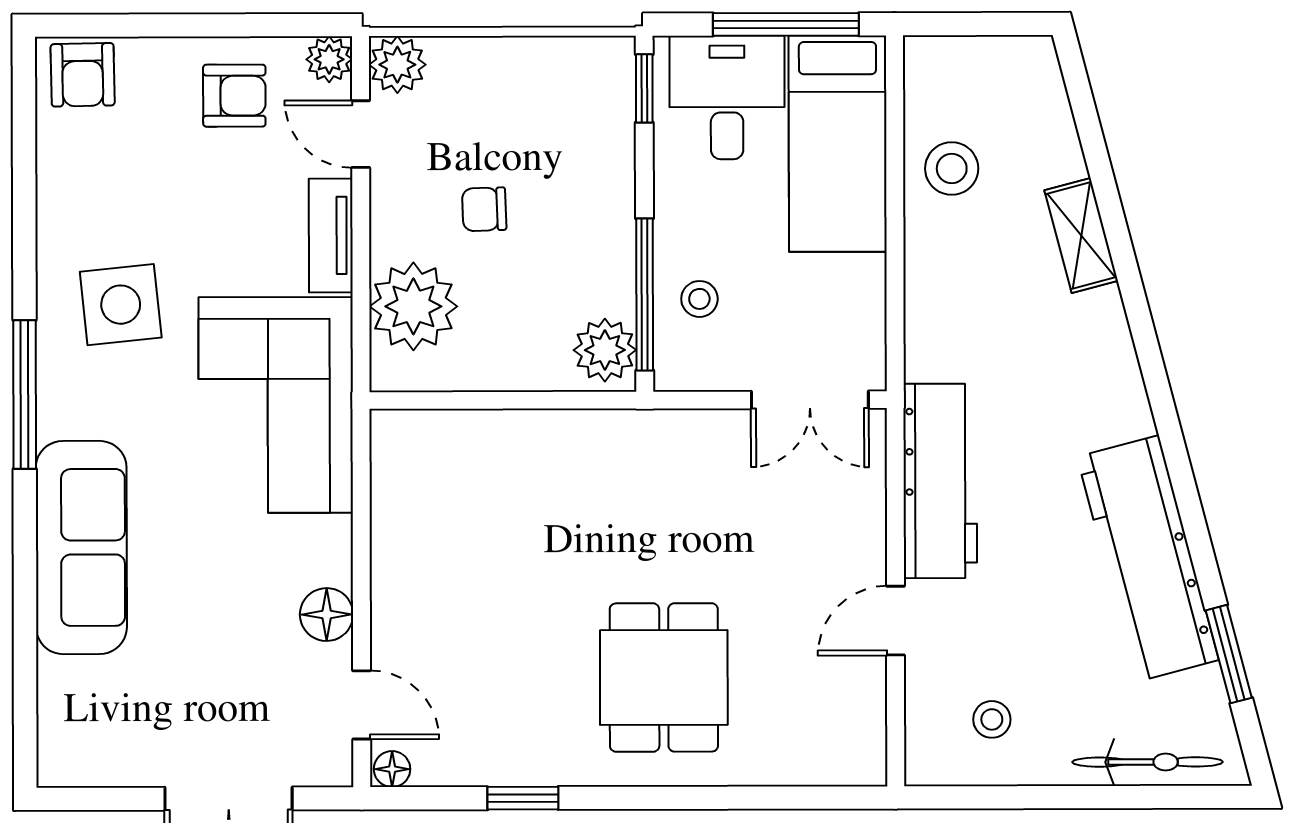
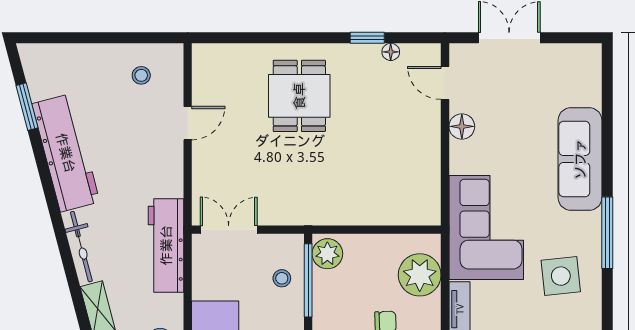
workbench: (940, 481) -> (166, 245), moved
bicycle: (1148, 762) -> (81, 247), moved, turned -105
floor lamp: (392, 769) -> (391, 52), moved

